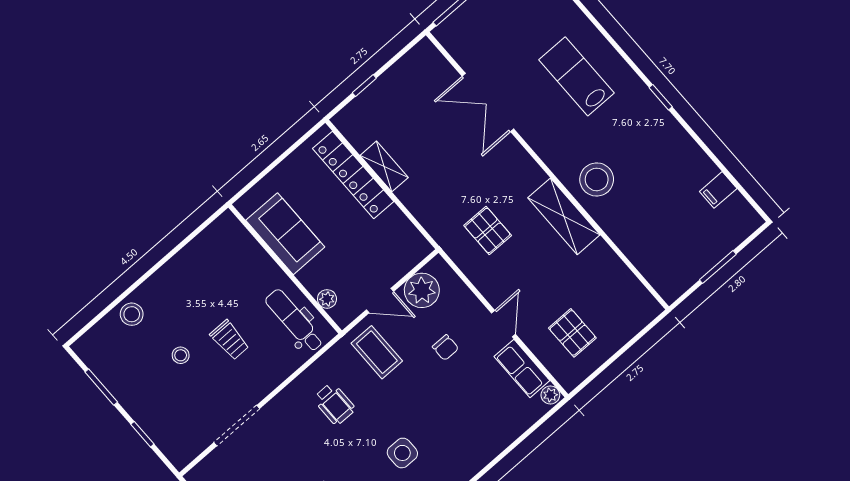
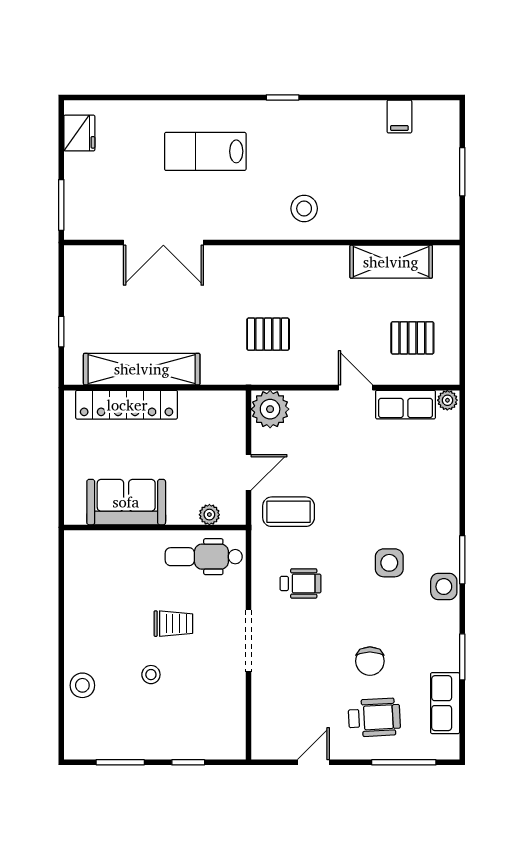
shelving: (384, 166) -> (142, 369), width x2.20, depth x1.33
stool: (597, 179) -> (304, 208), width x0.73, depth x0.73
shelving: (564, 216) -> (391, 262), moved
plant: (422, 290) -> (270, 409), moved
chair: (445, 348) -> (334, 452), removed
doorway: (237, 426) -> (249, 641), moved

